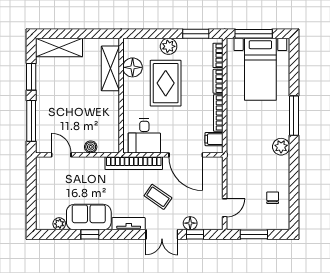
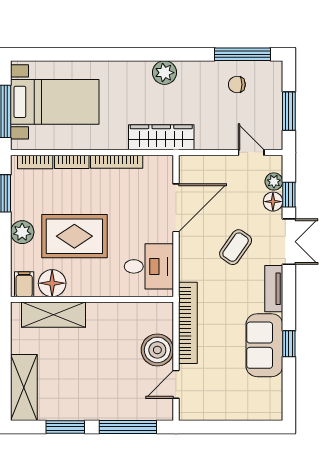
window: (294, 116) -> (243, 54), moved
filing cabinet: (214, 139) -> (24, 284), moved, turned 180
wardrobe: (235, 144) -> (161, 137), added
boiler: (91, 147) -> (157, 350), width x1.86, depth x1.86
bookcase: (134, 163) -> (188, 323), moved
plant: (59, 224) -> (274, 181), moved

